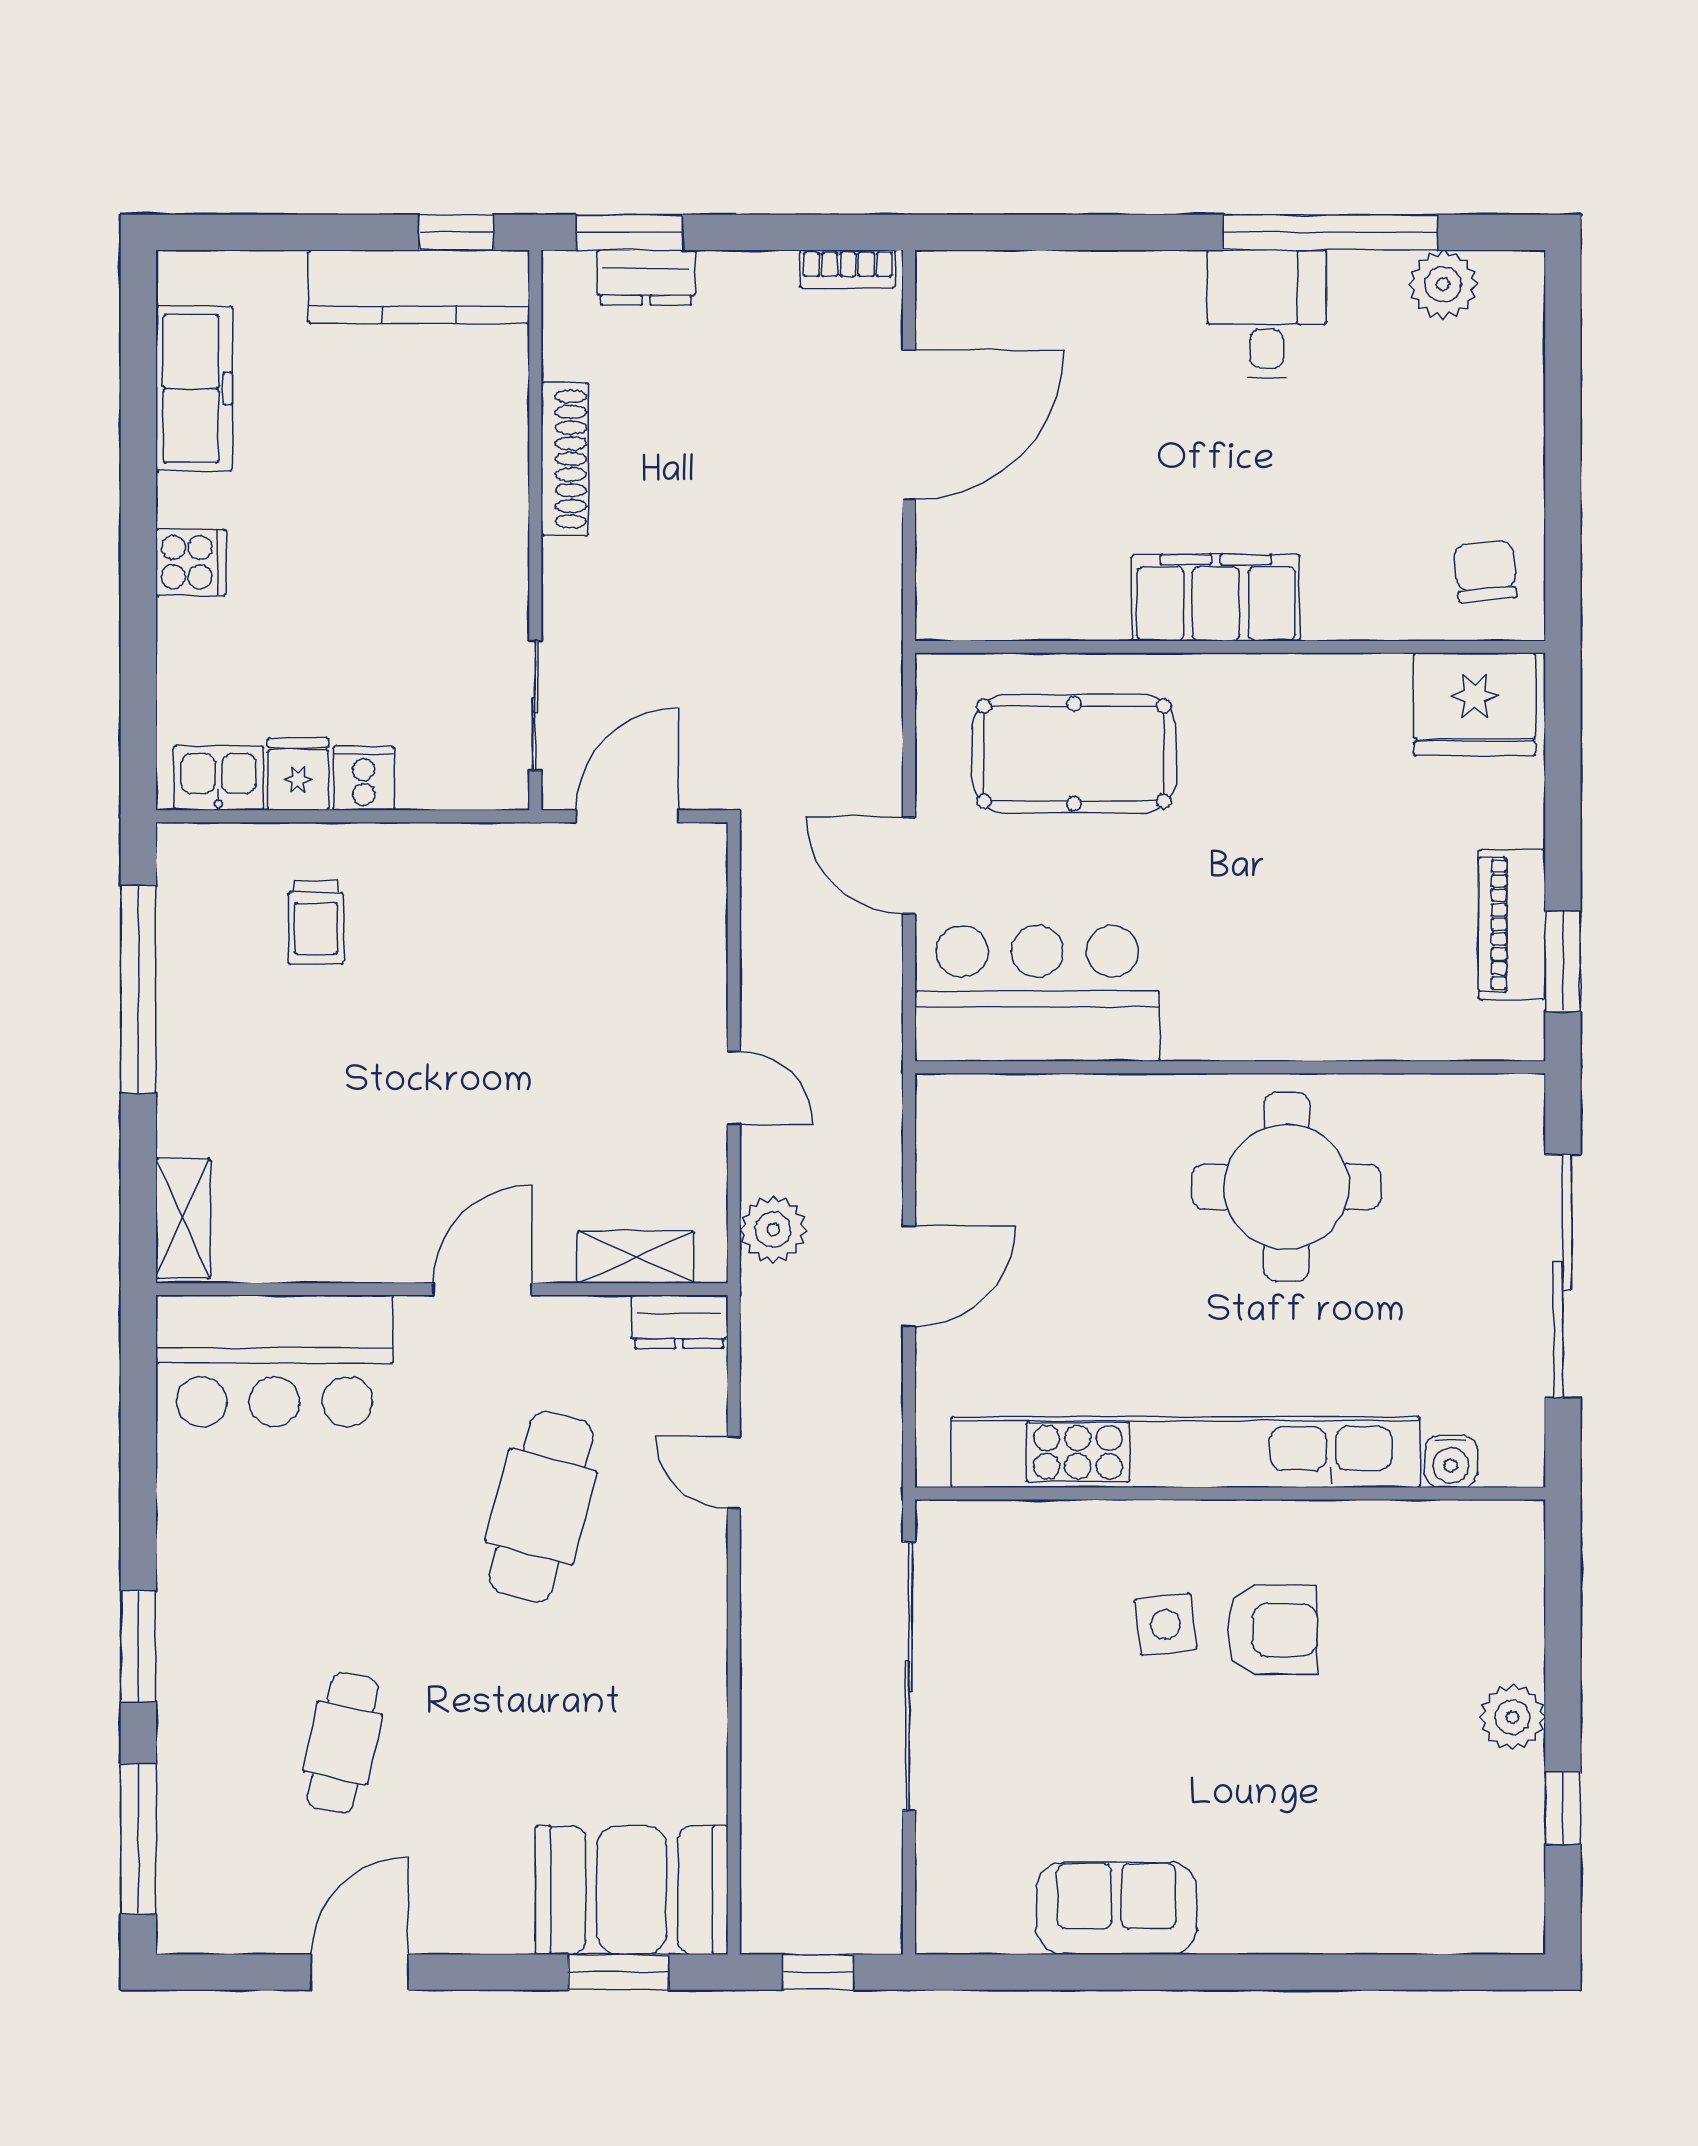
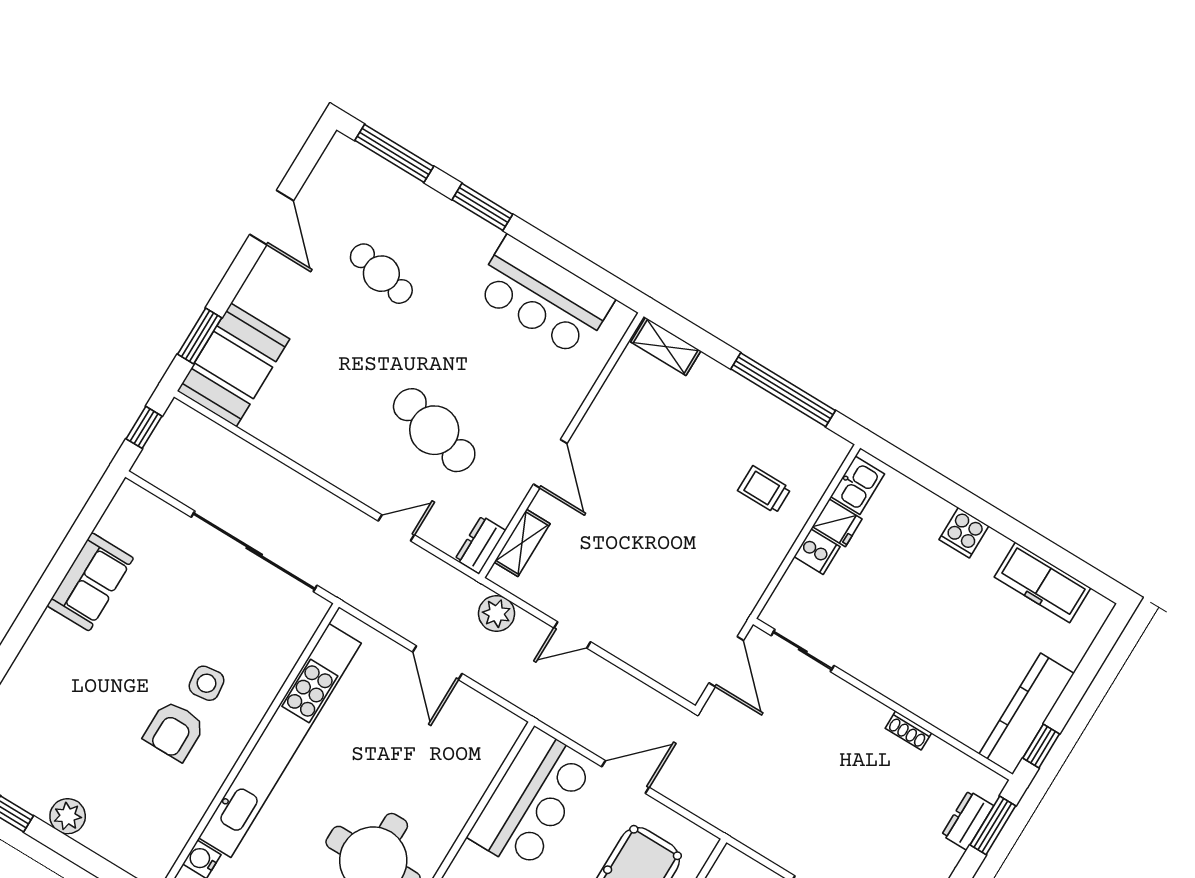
shoe rack: (565, 459) -> (908, 731), width x0.51, depth x0.81
bar counter: (274, 1361) -> (543, 296), moved, turned -90

